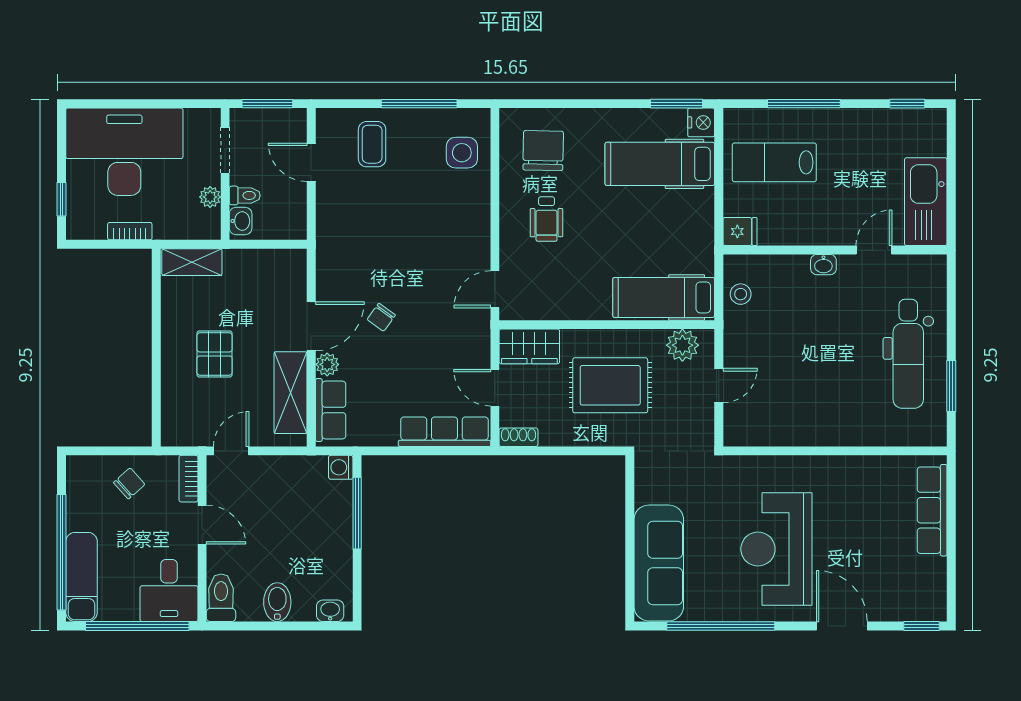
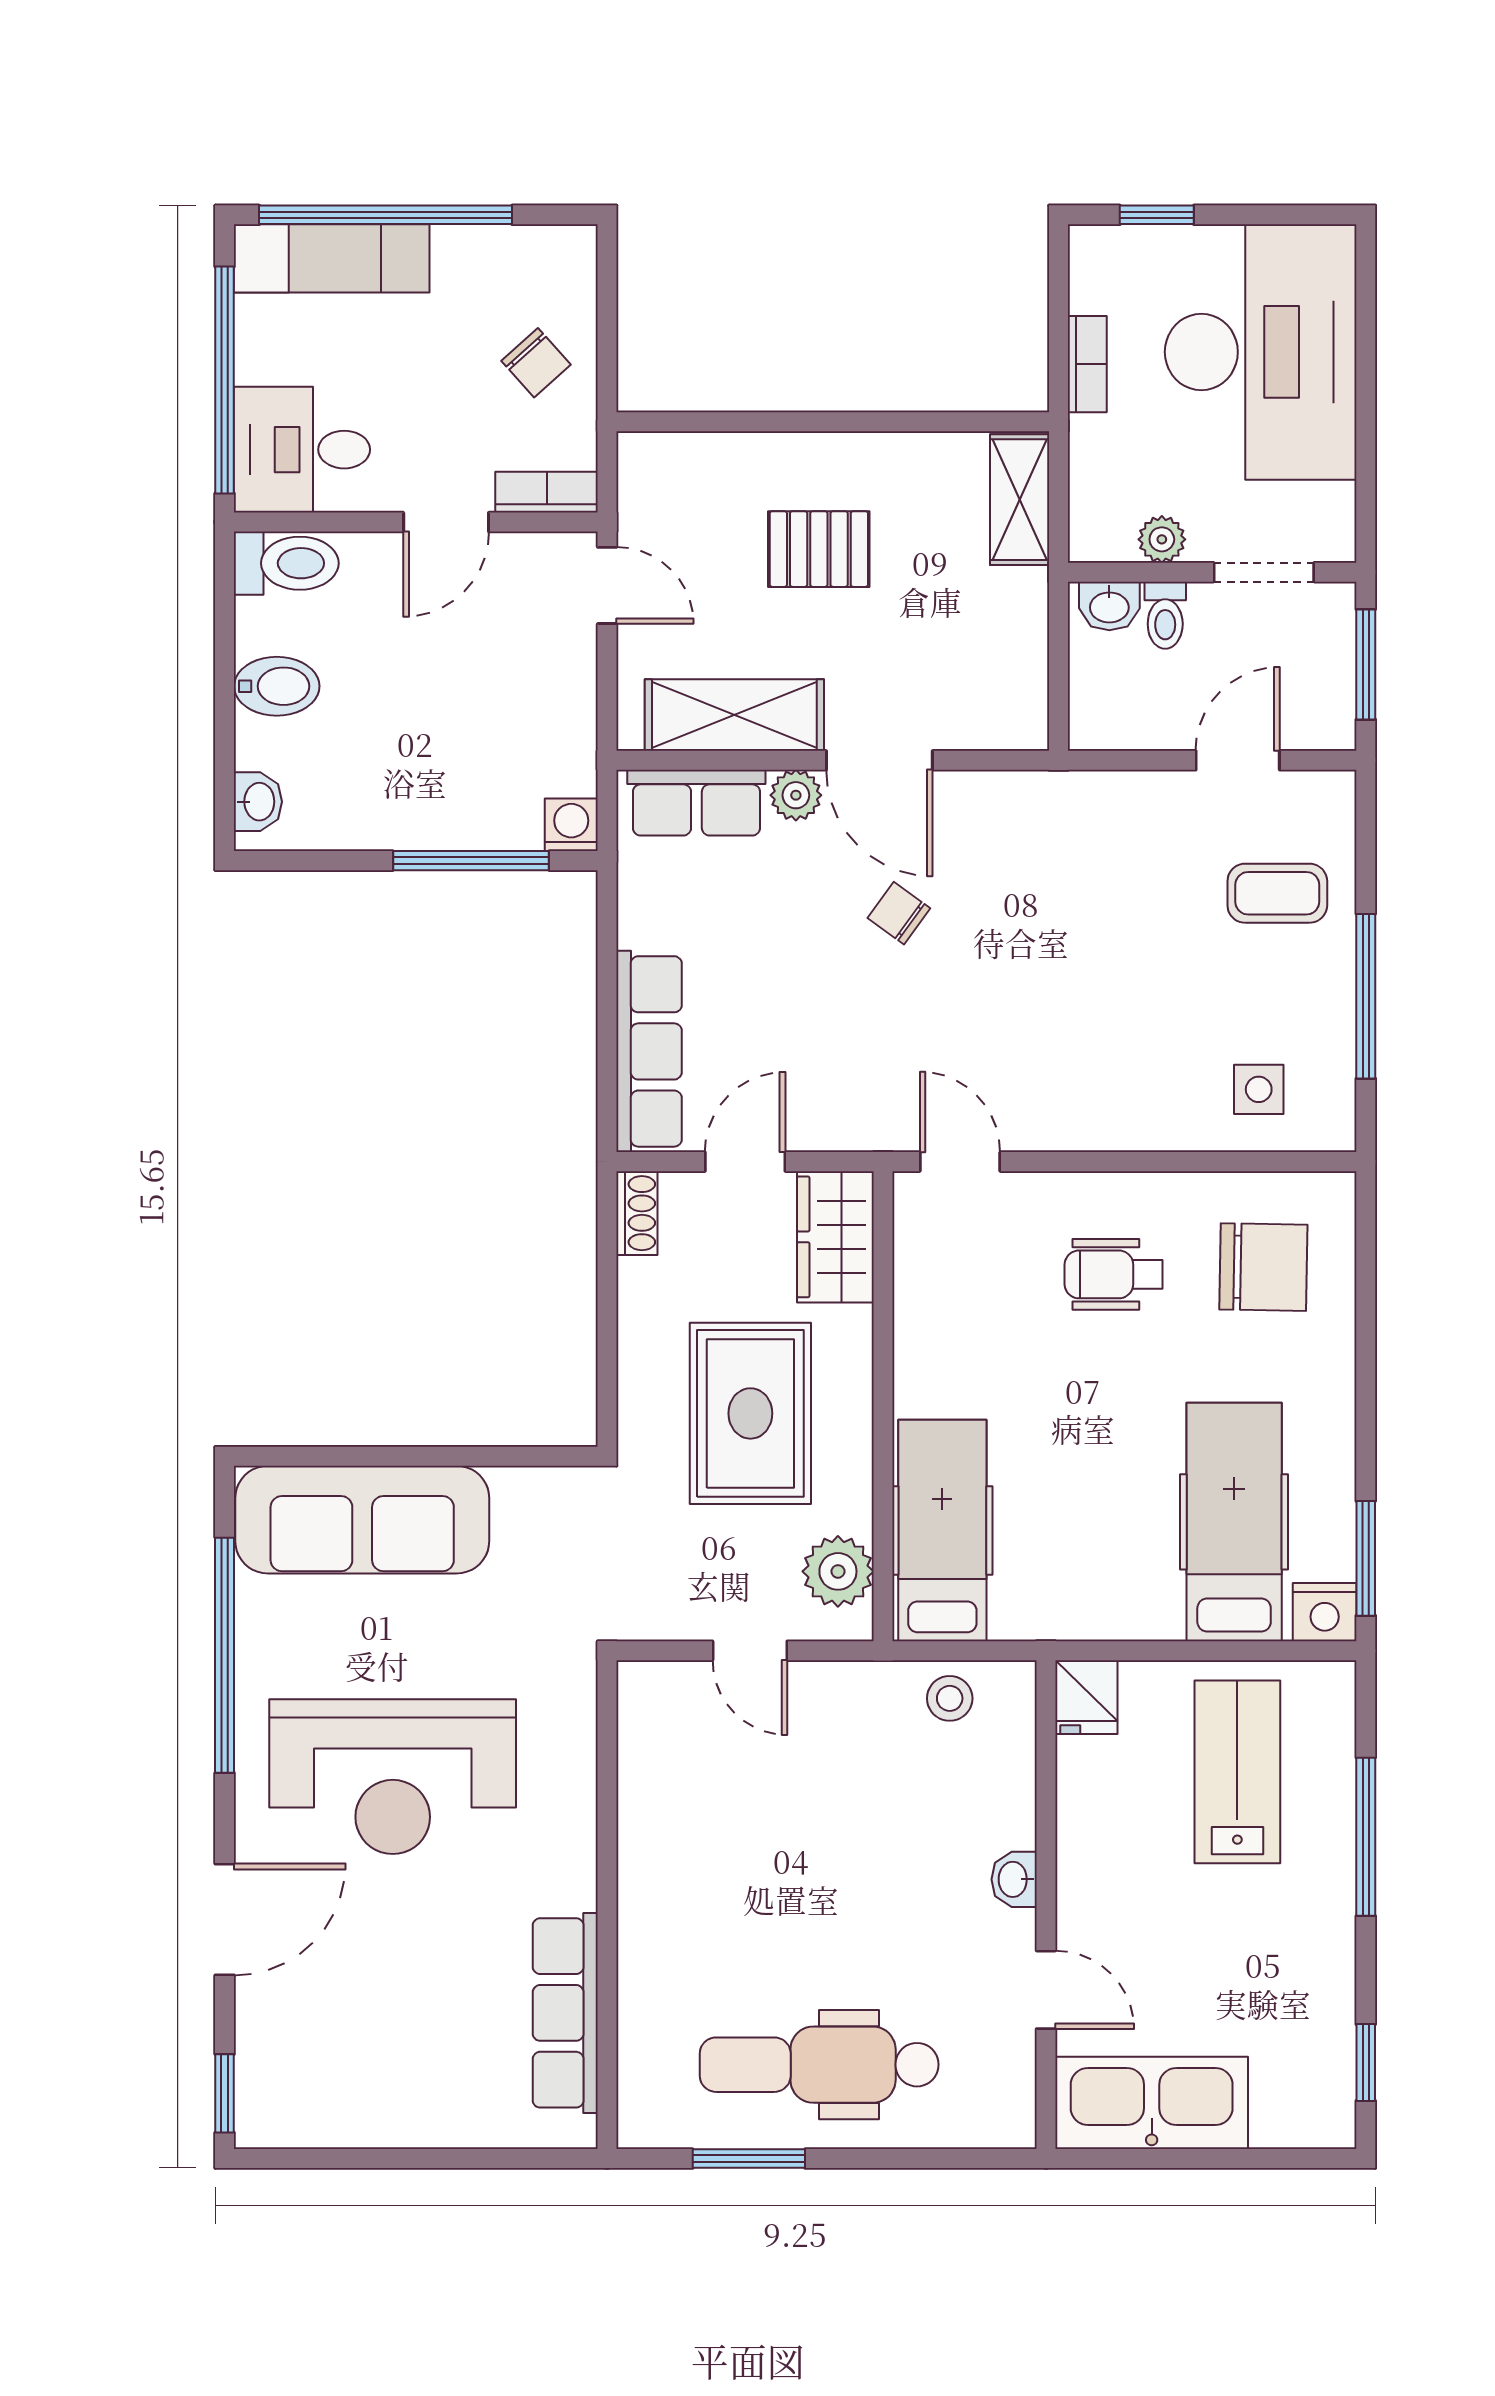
side table: (462, 153) -> (1259, 1089), width x0.73, depth x0.73
row of seats: (932, 510) -> (565, 2013), moved, turned -90
reception desk: (776, 549) -> (393, 1777), turned 180

